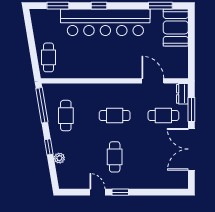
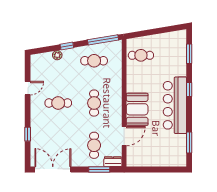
bar counter: (105, 22) -> (175, 105), width x0.73
booth: (176, 27) -> (137, 109), moved, turned 90
cafe table: (49, 57) -> (141, 55), moved
double door: (191, 149) -> (53, 170), moved
window: (120, 192) -> (28, 134), moved

